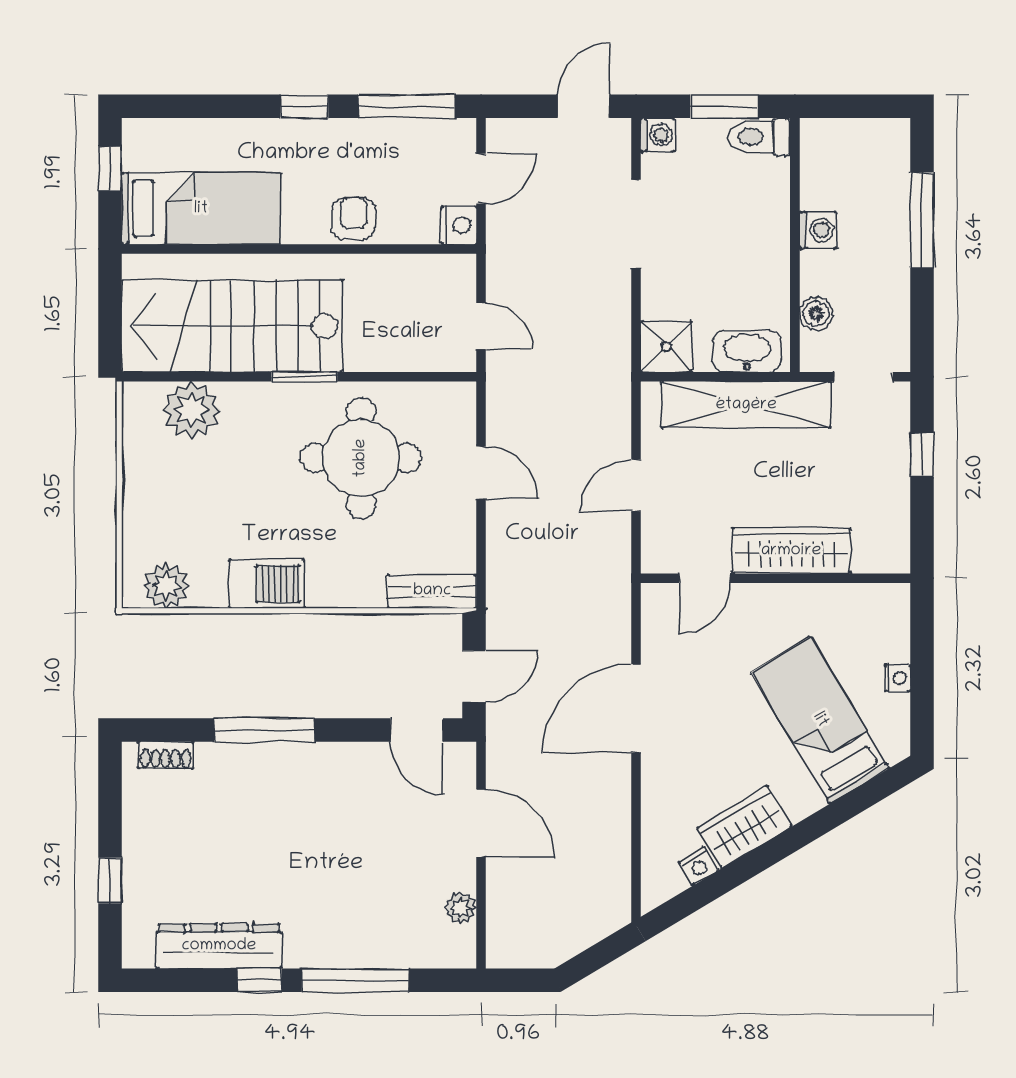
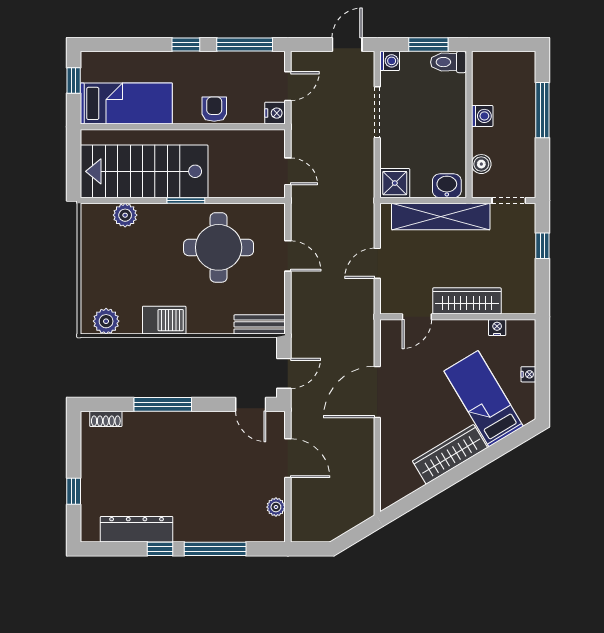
washbasin: (747, 351) -> (447, 186), width x0.72
plant: (192, 410) -> (125, 215), width x0.73, depth x0.73
wardrobe: (744, 827) -> (450, 454), width x1.50
nightstand: (699, 866) -> (497, 328), moved, turned -149

